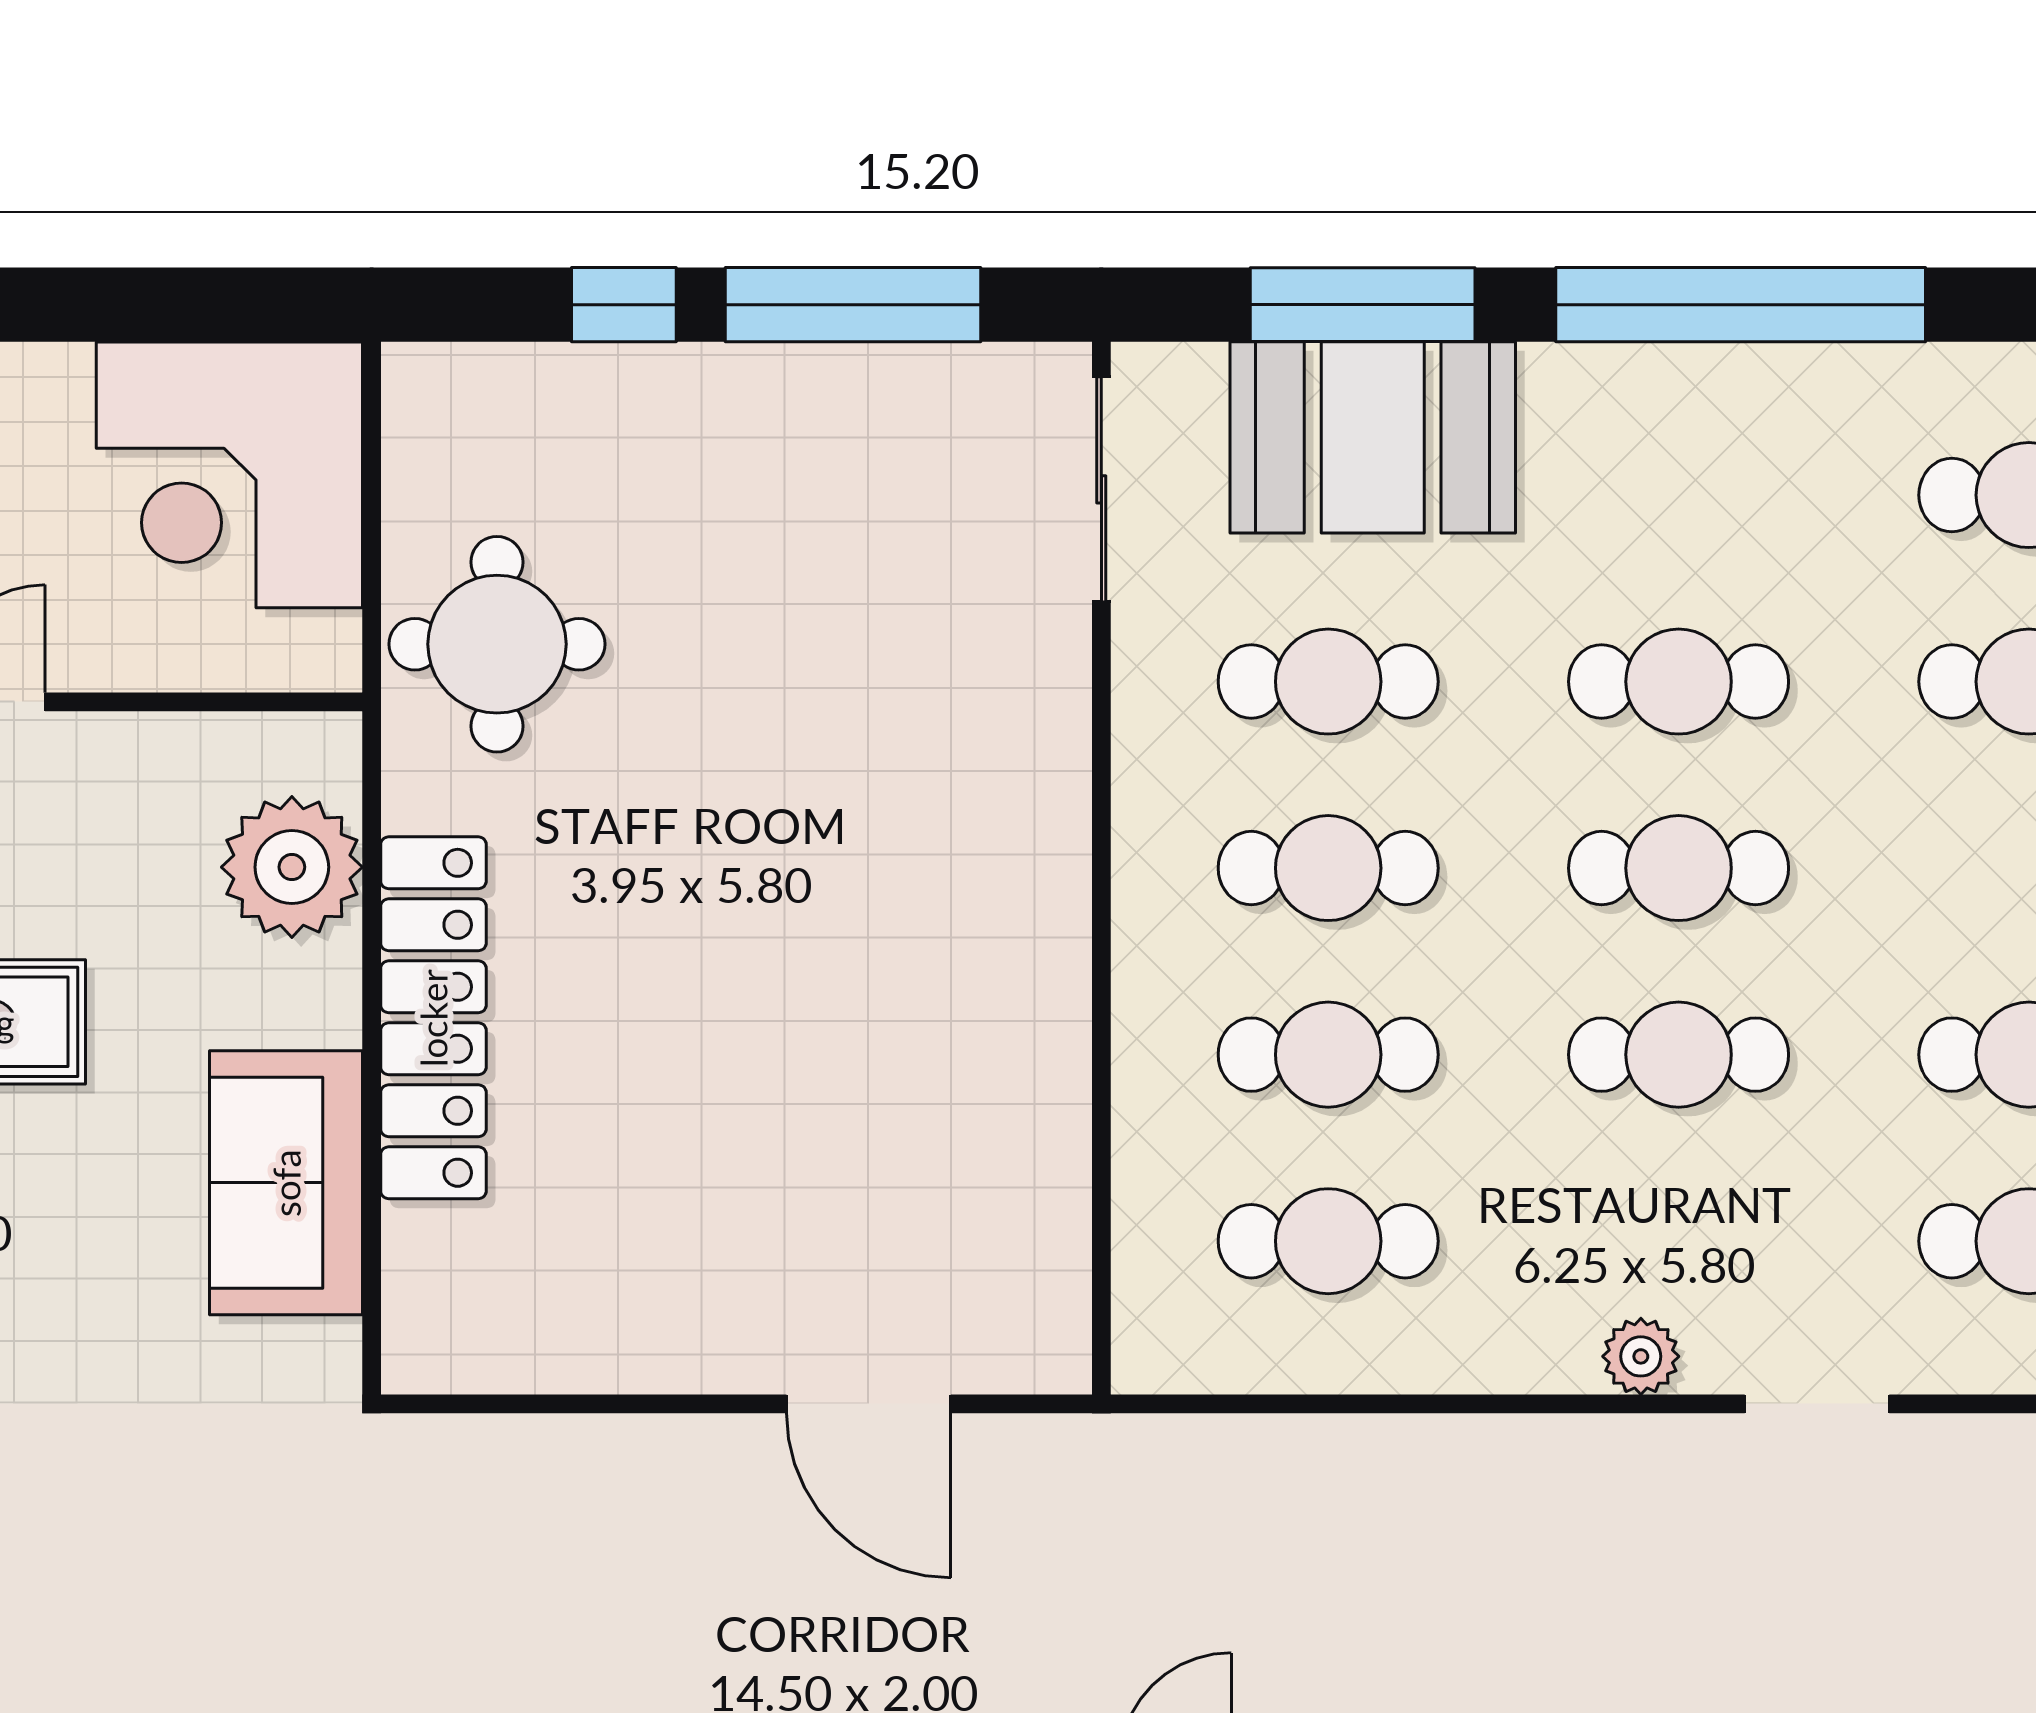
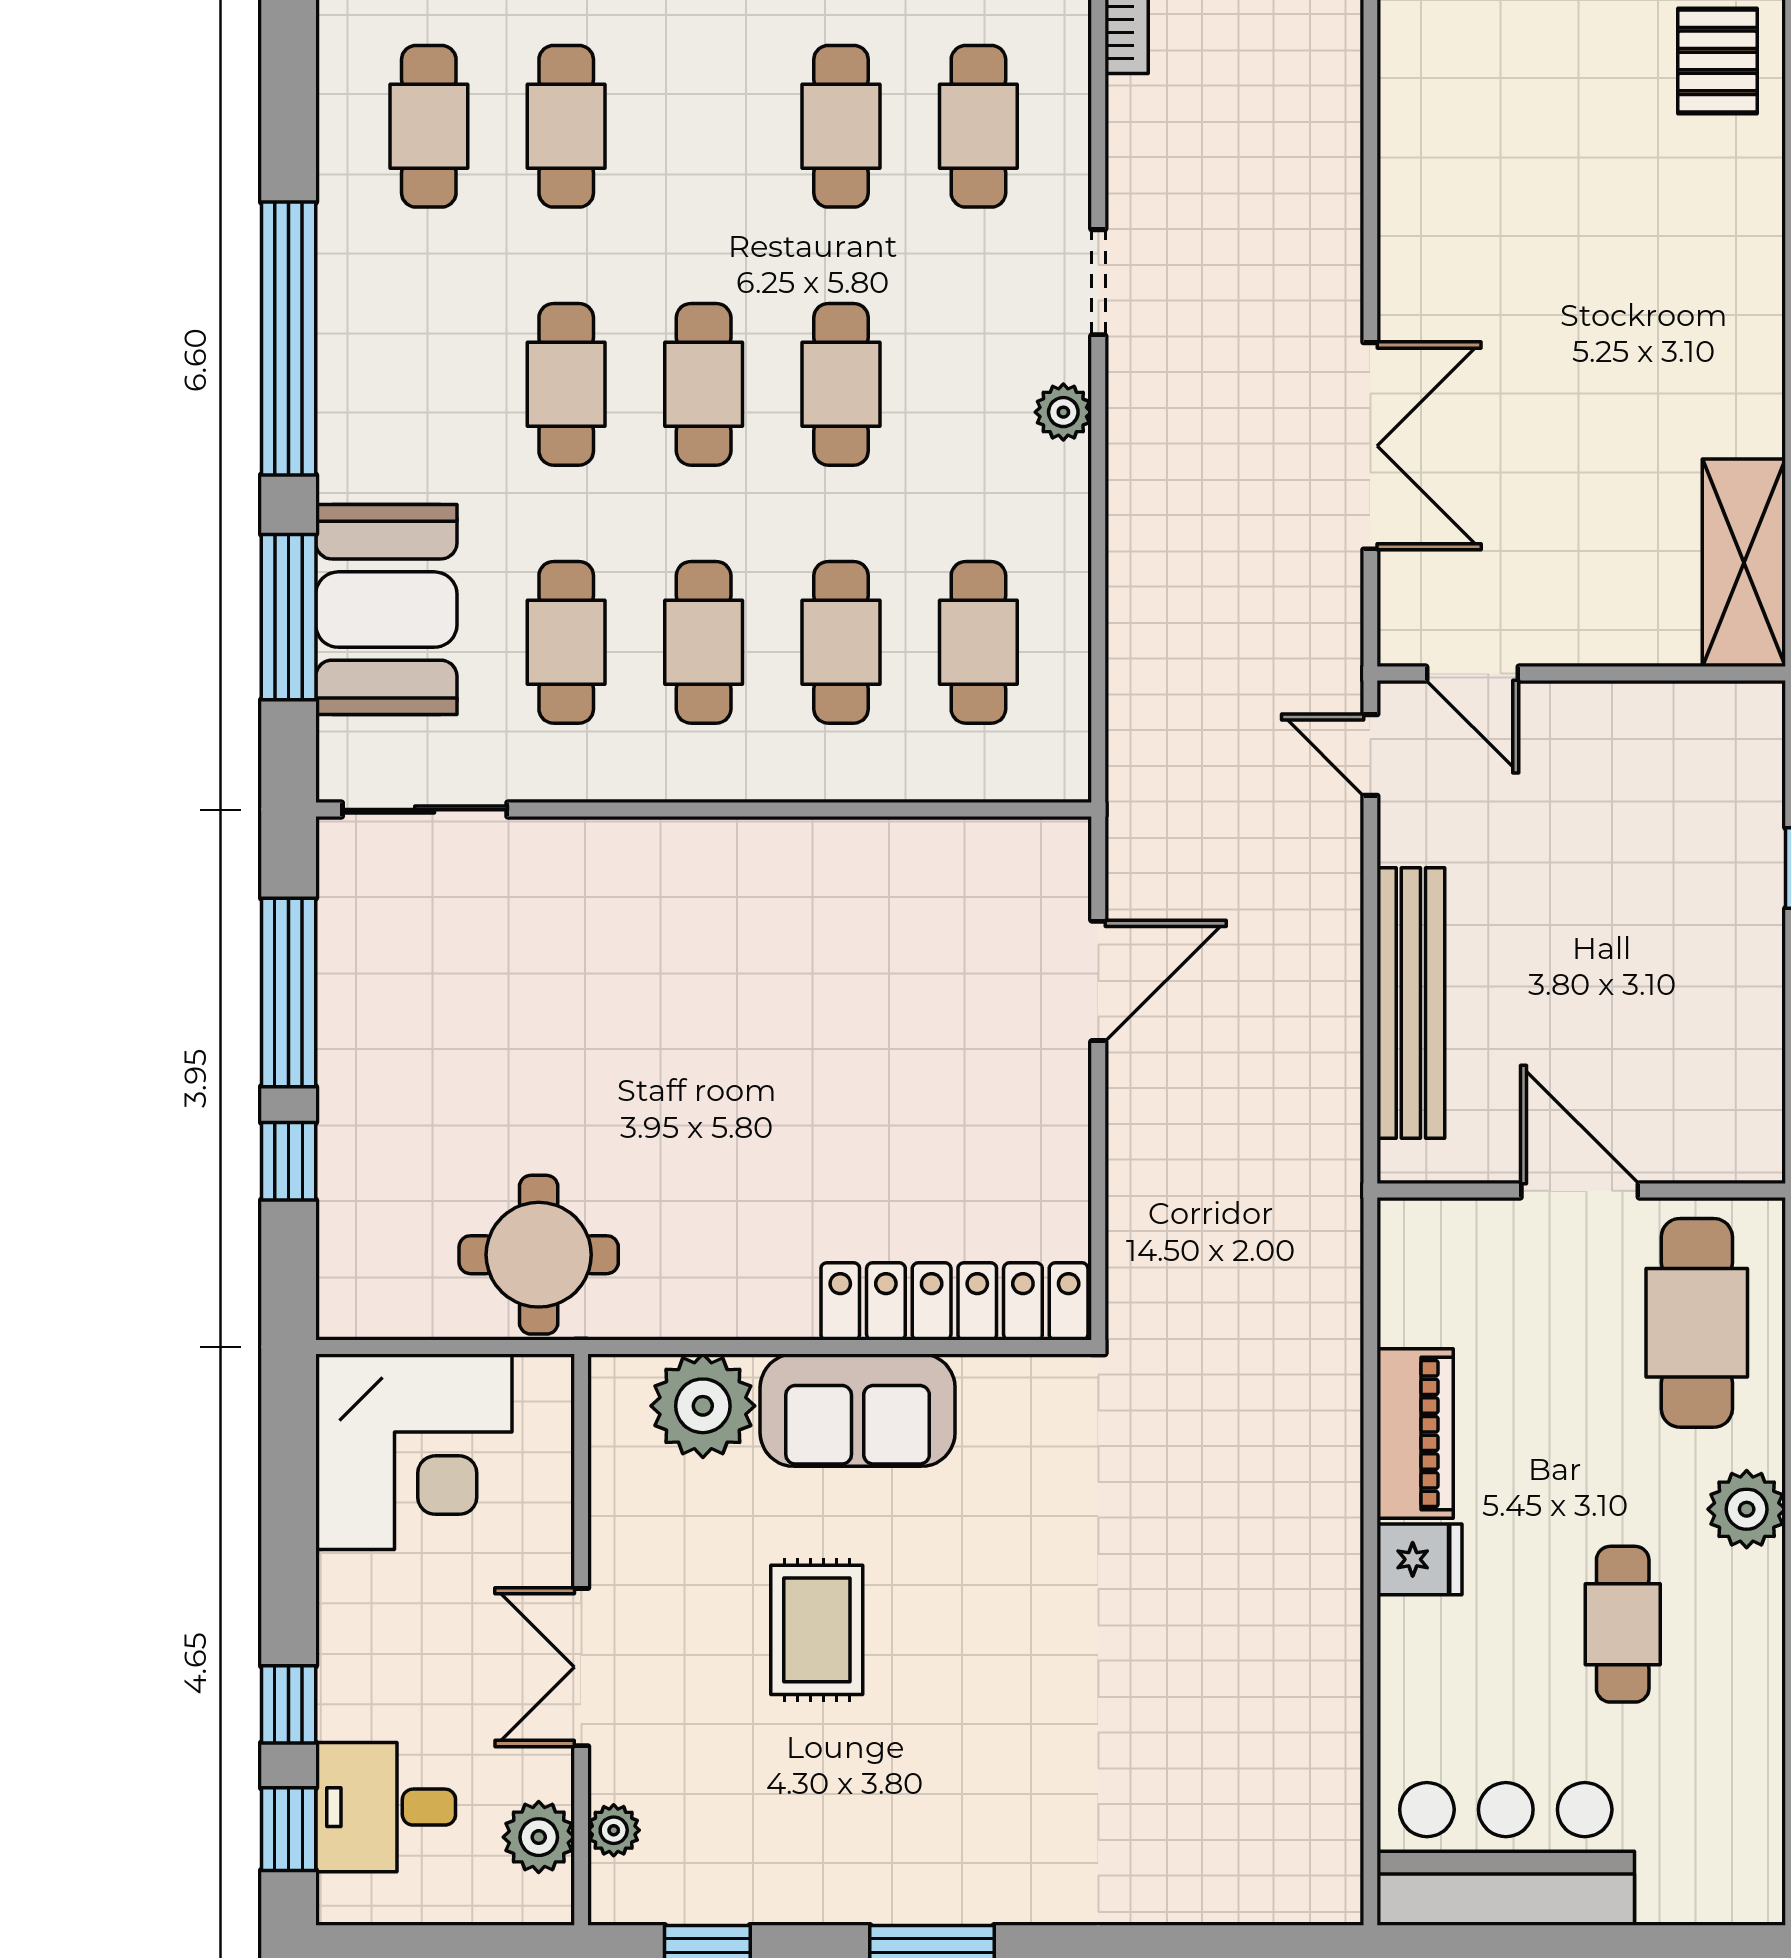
locker: (433, 1018) -> (954, 1301), moved
sofa: (286, 1183) -> (858, 1410), moved

